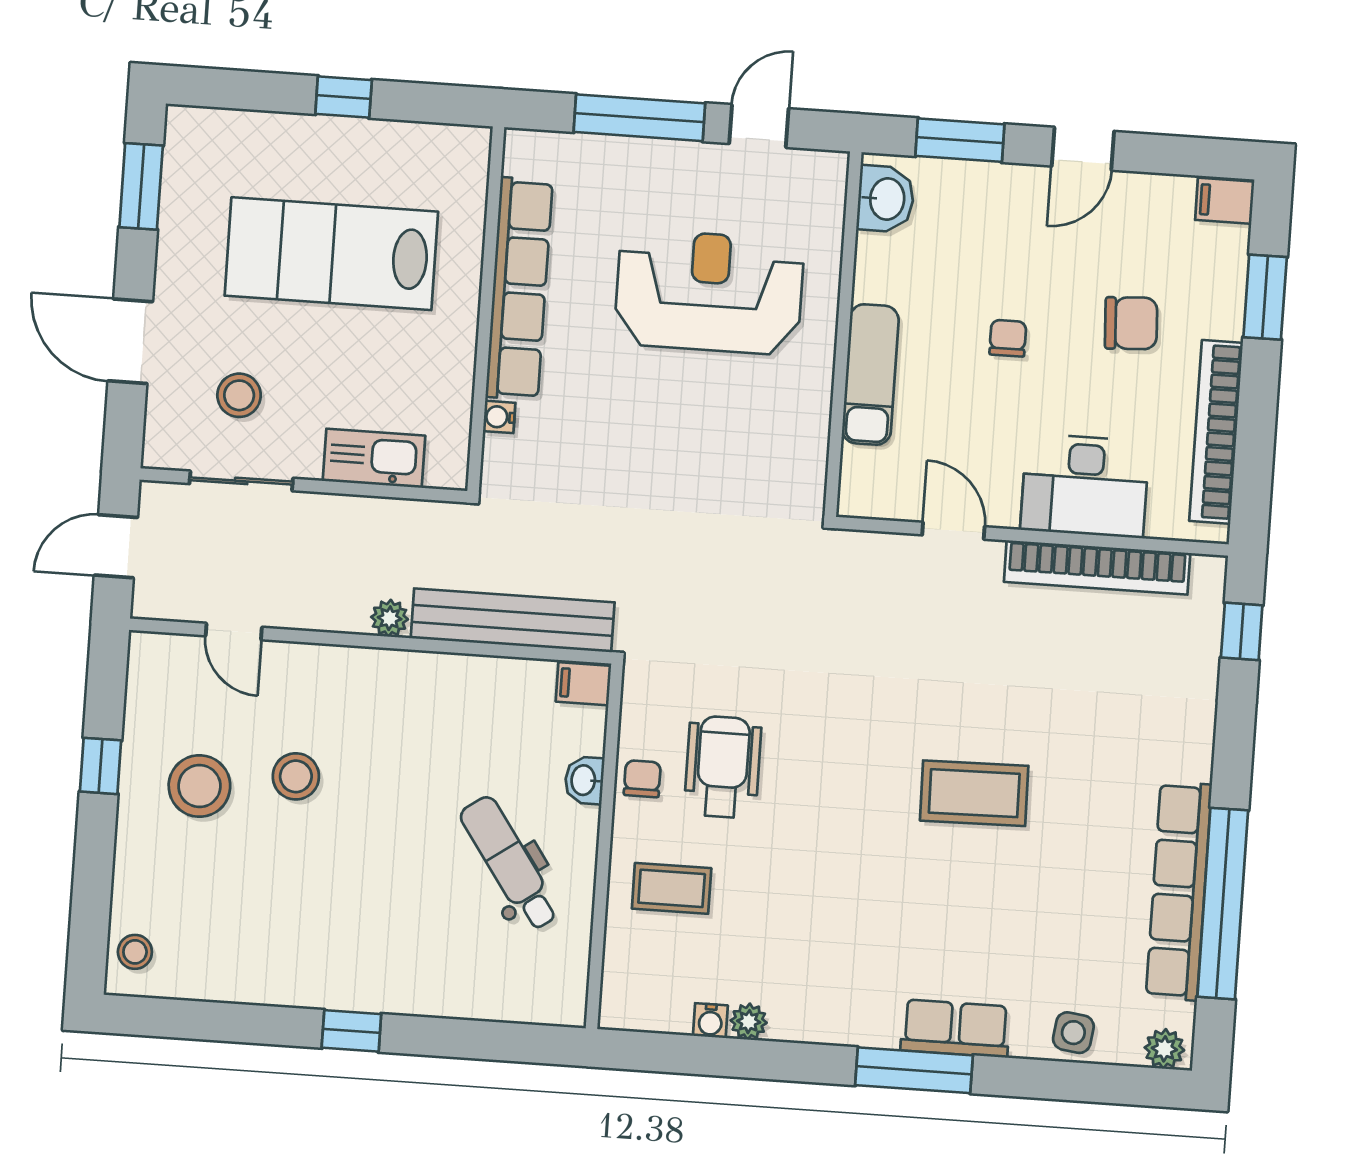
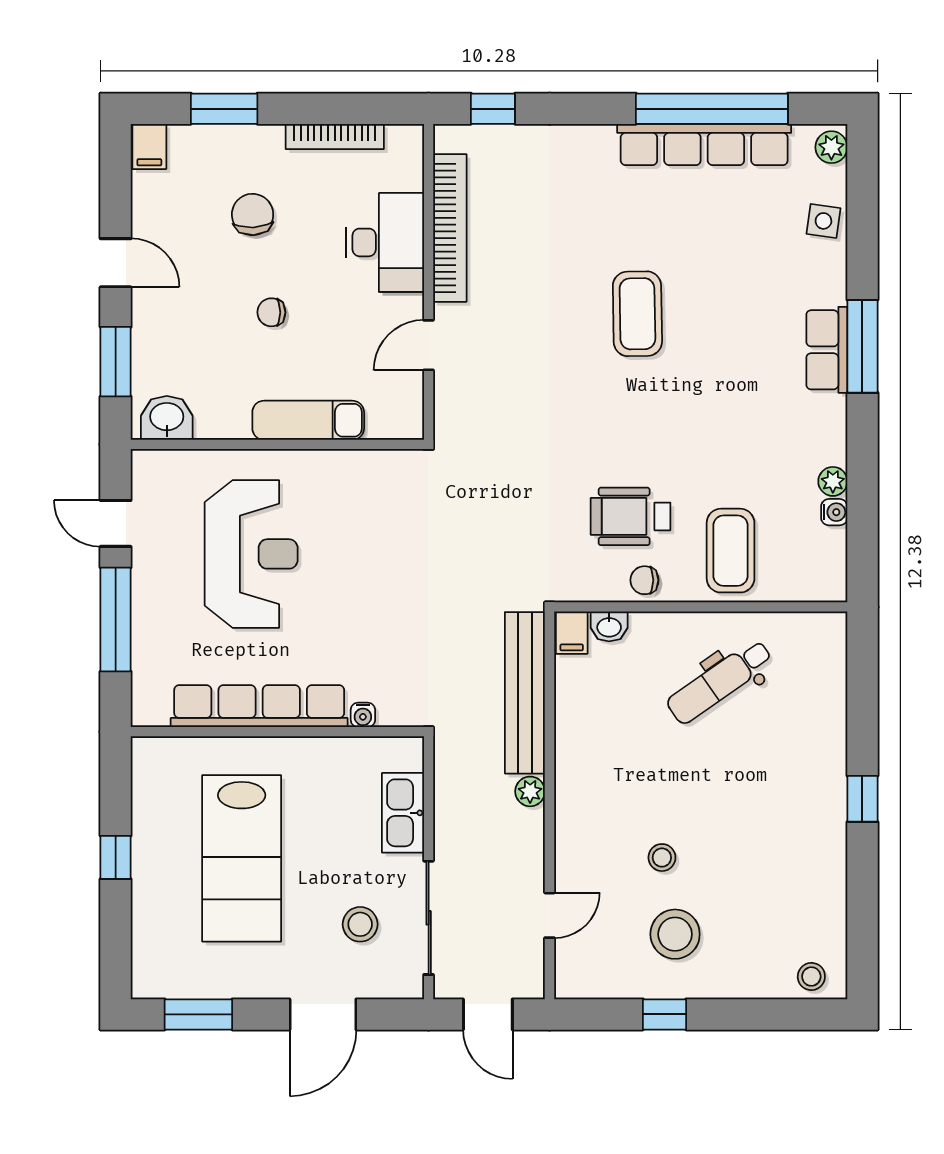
reception desk: (709, 292) -> (251, 554), turned 180
bookcase: (1216, 432) -> (335, 136), width x0.68, depth x0.76
sliding door: (241, 481) -> (429, 918), width x1.37
stool: (296, 776) -> (662, 858), width x0.73, depth x0.73
washbasin: (584, 780) -> (609, 626), moved
coffee table: (672, 888) -> (731, 551), width x1.36, depth x1.30
row of seats: (955, 1029) -> (827, 350), moved

